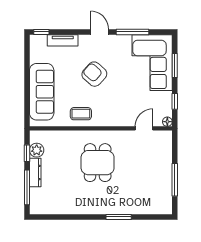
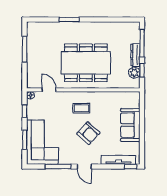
tv unit: (63, 40) -> (118, 160), width x1.41
sofa: (42, 92) -> (130, 125), width x0.73
coffee table: (81, 114) -> (81, 108), moved
door: (144, 128) -> (49, 90), swing flipped
dining table: (98, 163) -> (86, 63), width x1.88, depth x1.24

